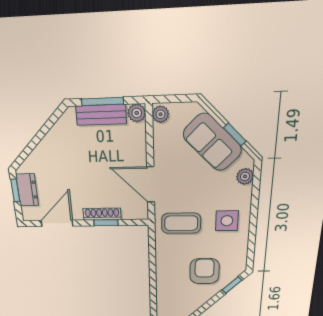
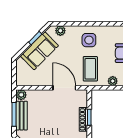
plant: (161, 114) -> (113, 81), moved
door: (151, 185) -> (64, 88), swing flipped

